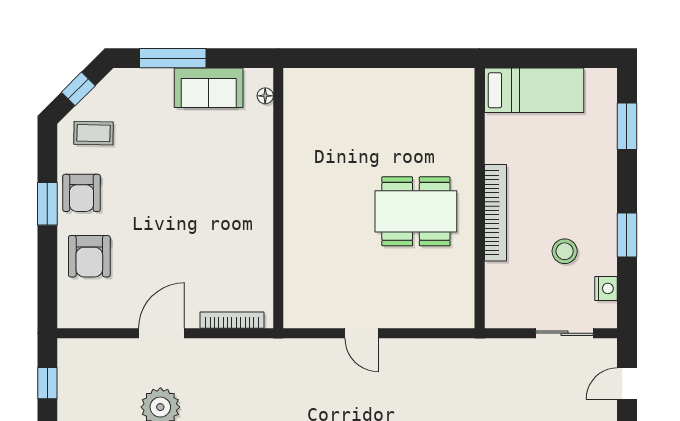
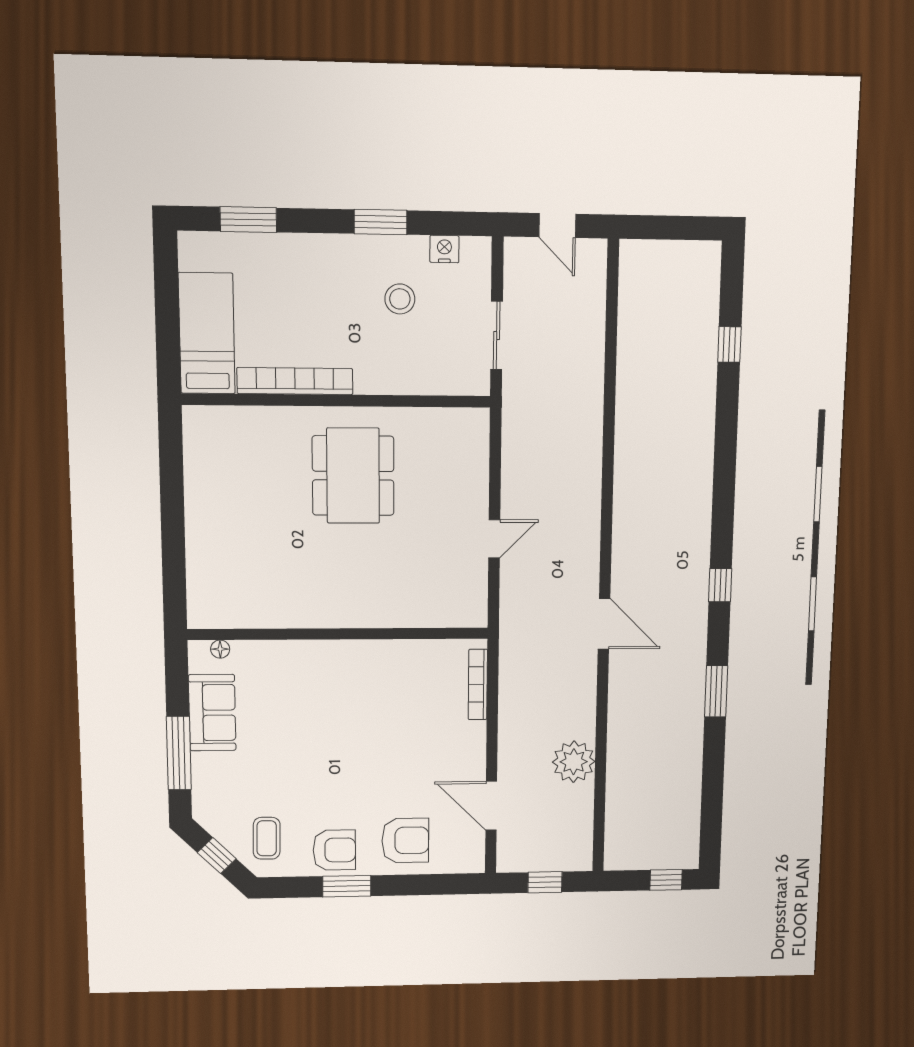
bookcase: (496, 213) -> (295, 381), moved
door: (162, 333) -> (491, 806), moved
sliding door: (565, 333) -> (497, 336), moved

